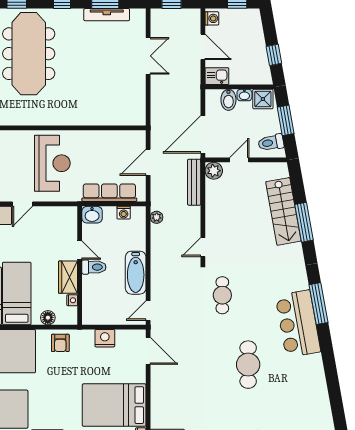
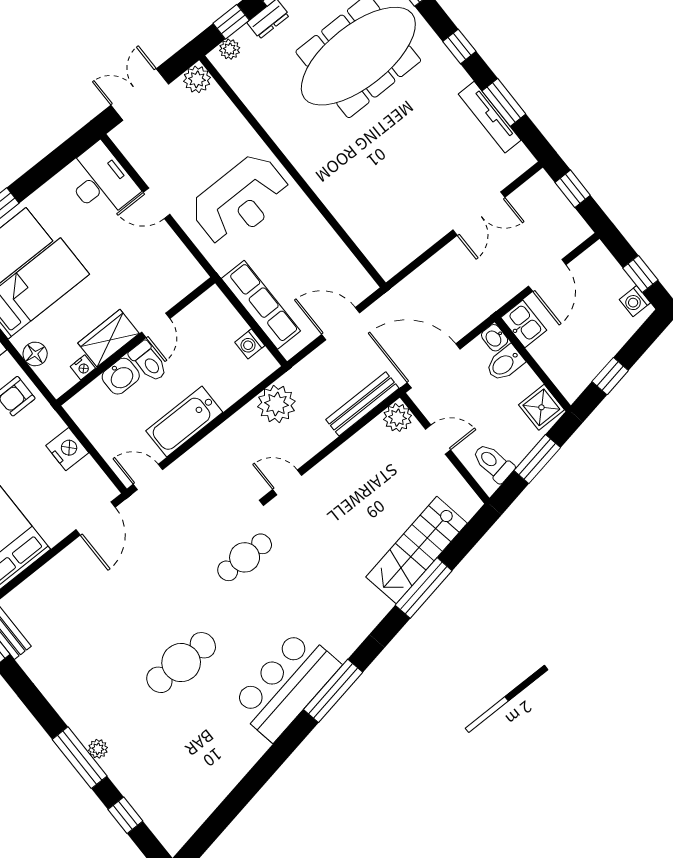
washing machine: (212, 18) -> (635, 301), moved, turned 90
washbasin: (244, 95) -> (495, 338), moved
washbasin: (92, 215) -> (121, 376), moved, turned -90
plant: (157, 217) -> (276, 404), width x1.88, depth x1.88

